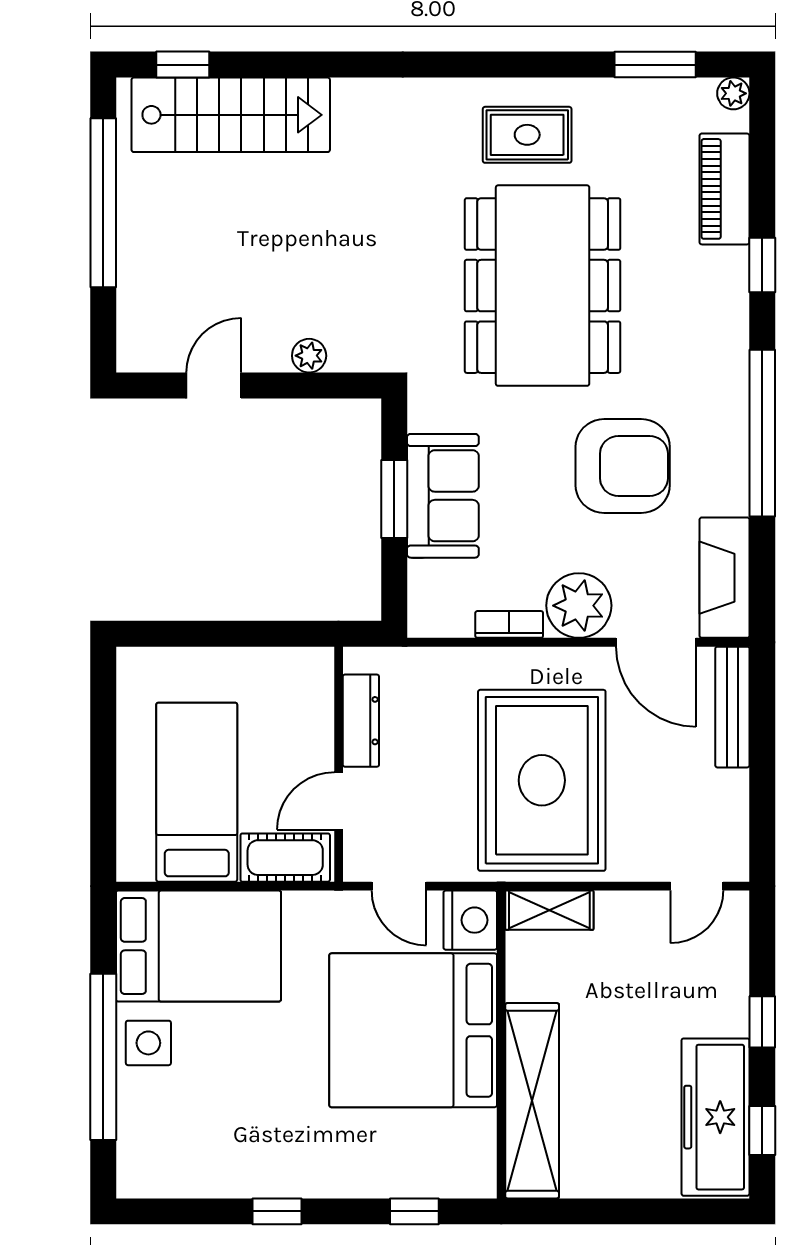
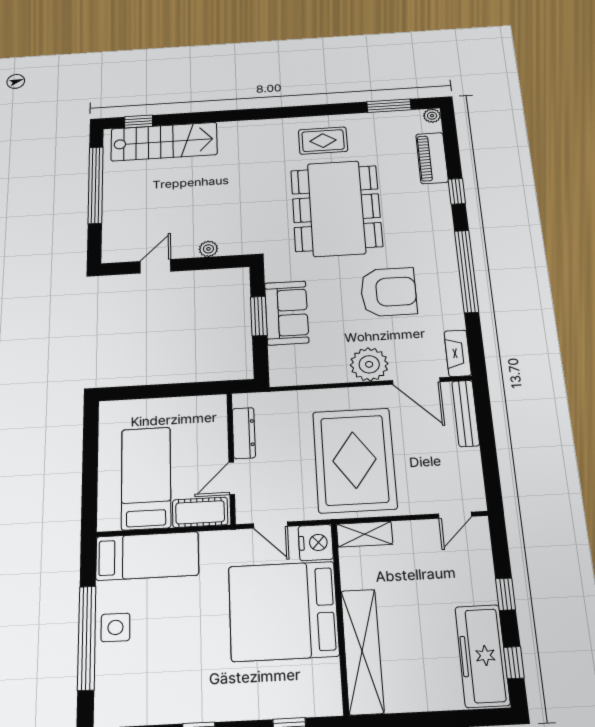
fireplace: (725, 578) -> (458, 353), width x0.73, depth x0.76
bookcase: (509, 624) -> (329, 377), removed
bed: (198, 946) -> (147, 556), width x0.67

